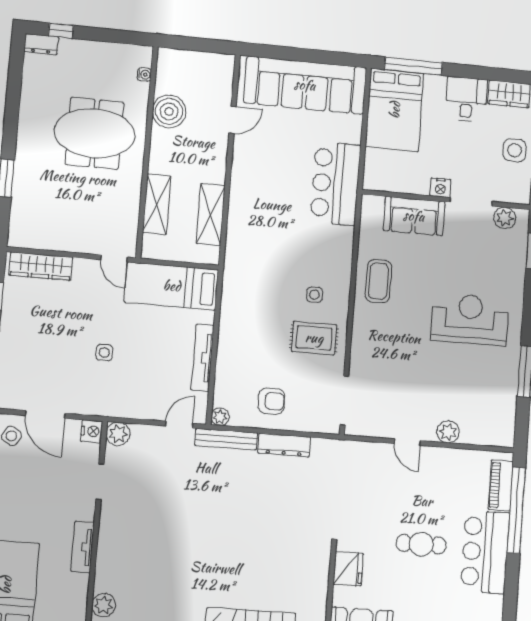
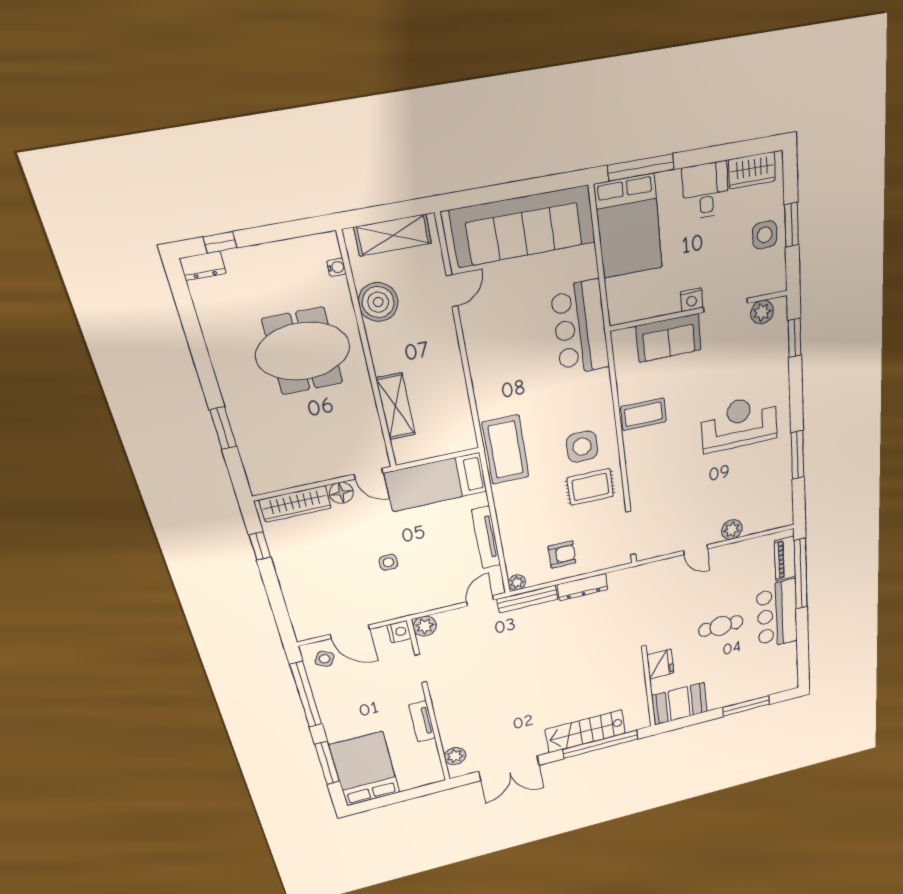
shelving: (211, 214) -> (393, 235), moved, turned 90
floor lamp: (84, 269) -> (341, 493), added
coffee table: (243, 275) -> (506, 450), added
coffee table: (378, 281) -> (643, 414), turned 90
side table: (314, 295) -> (582, 447), width x1.87, depth x1.87

